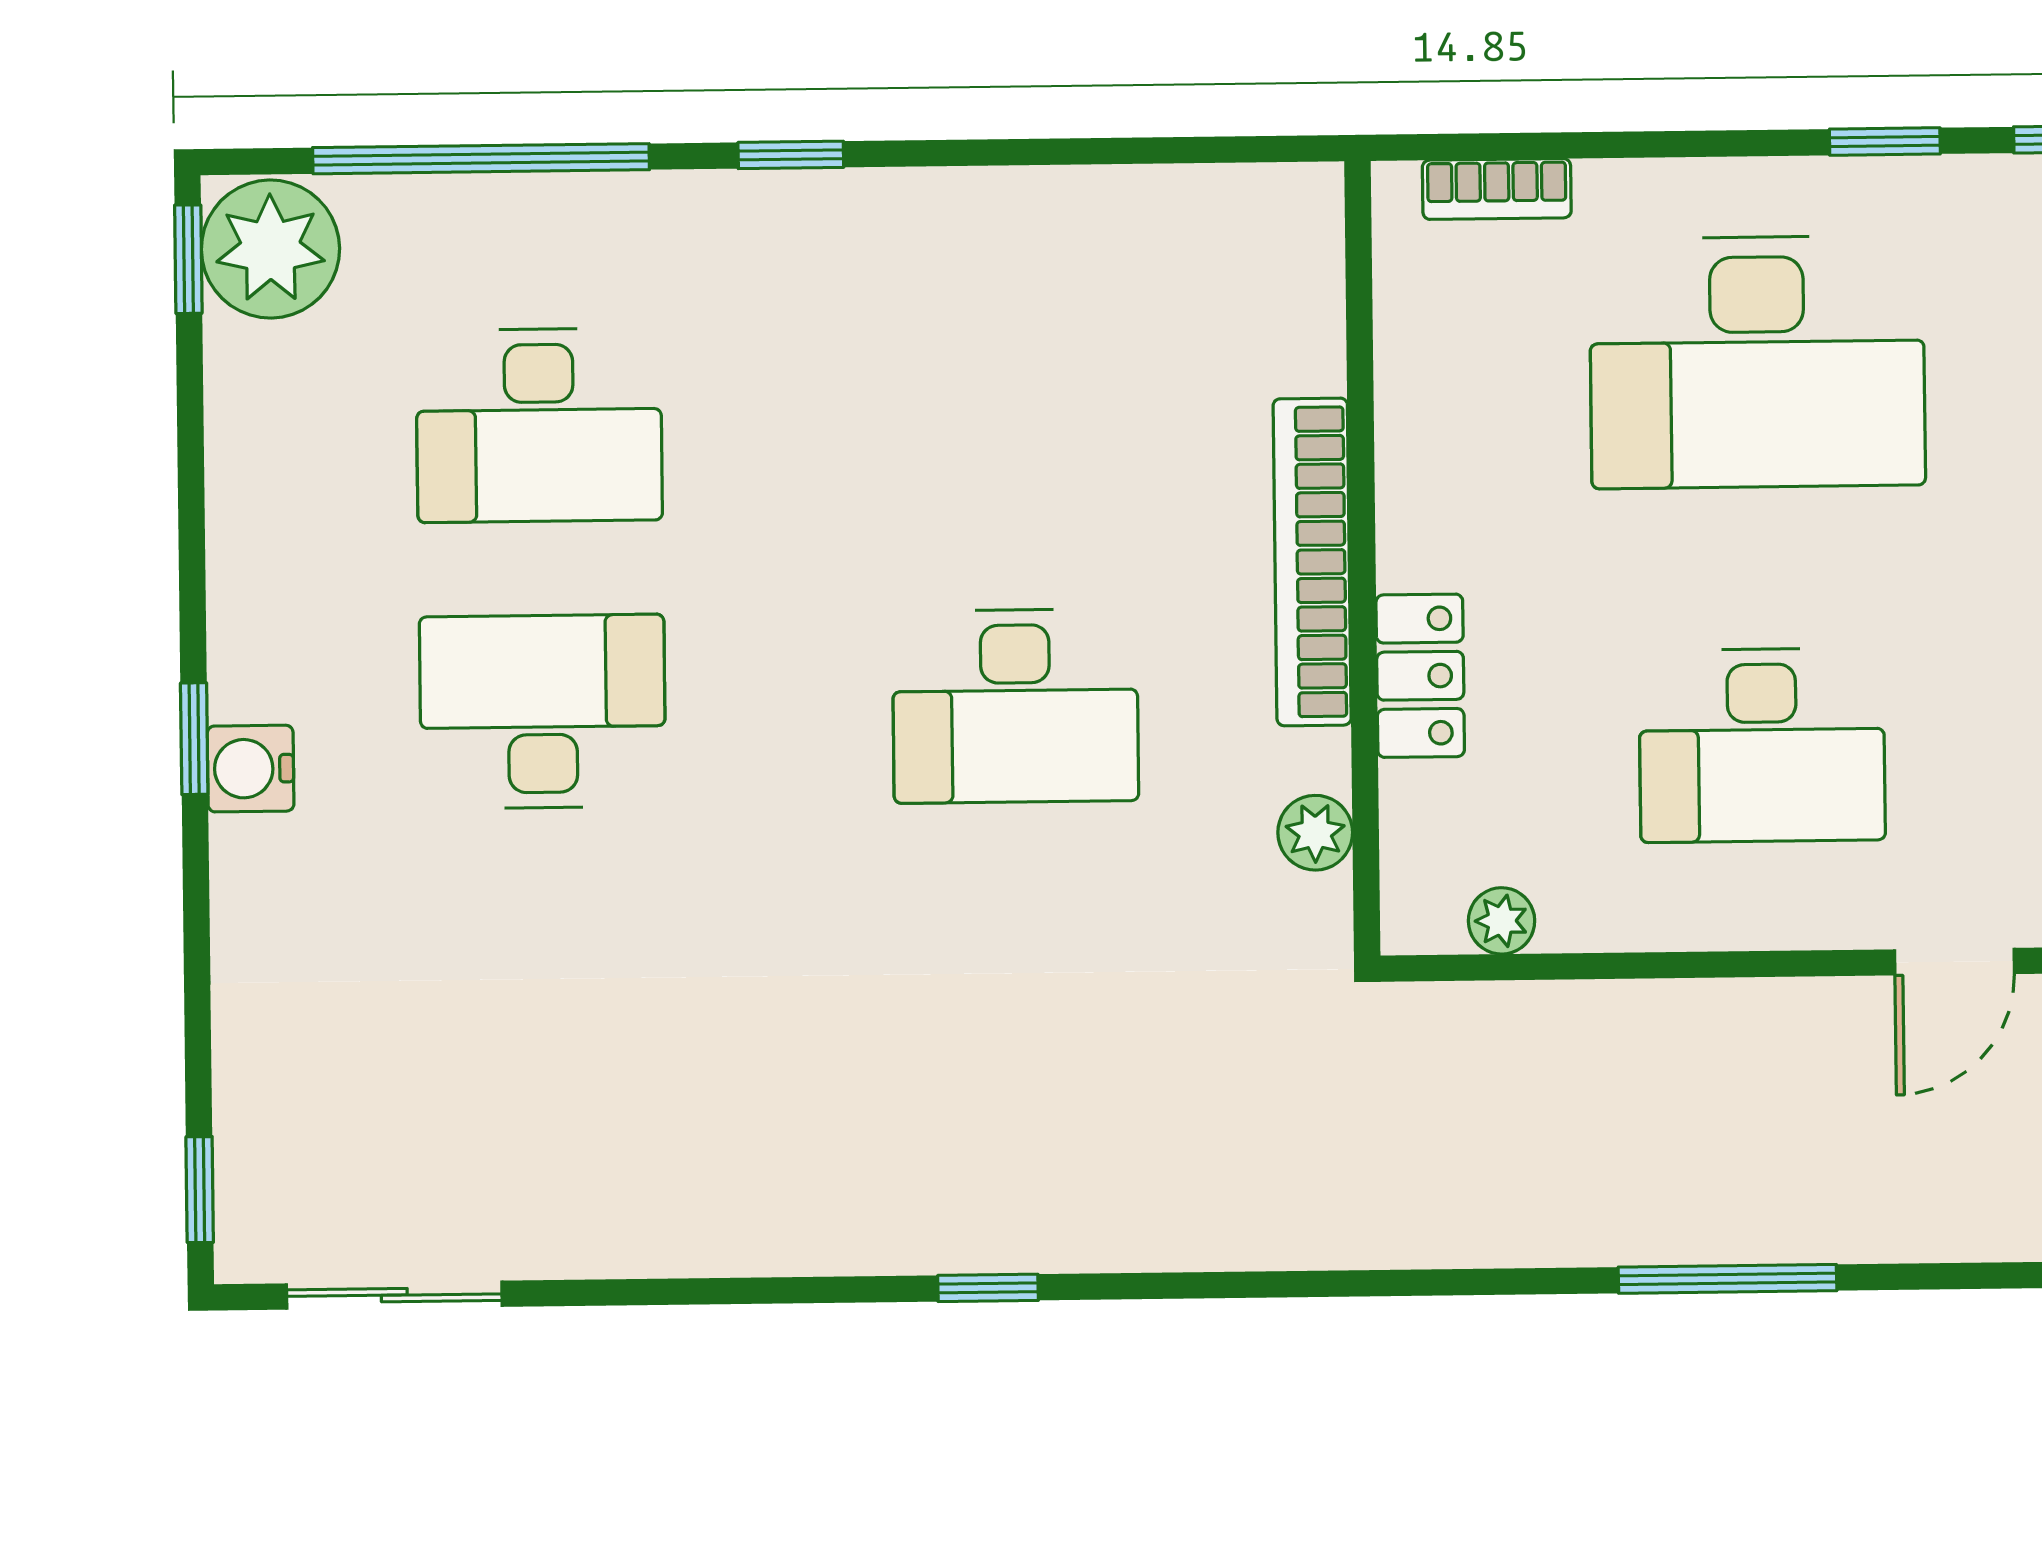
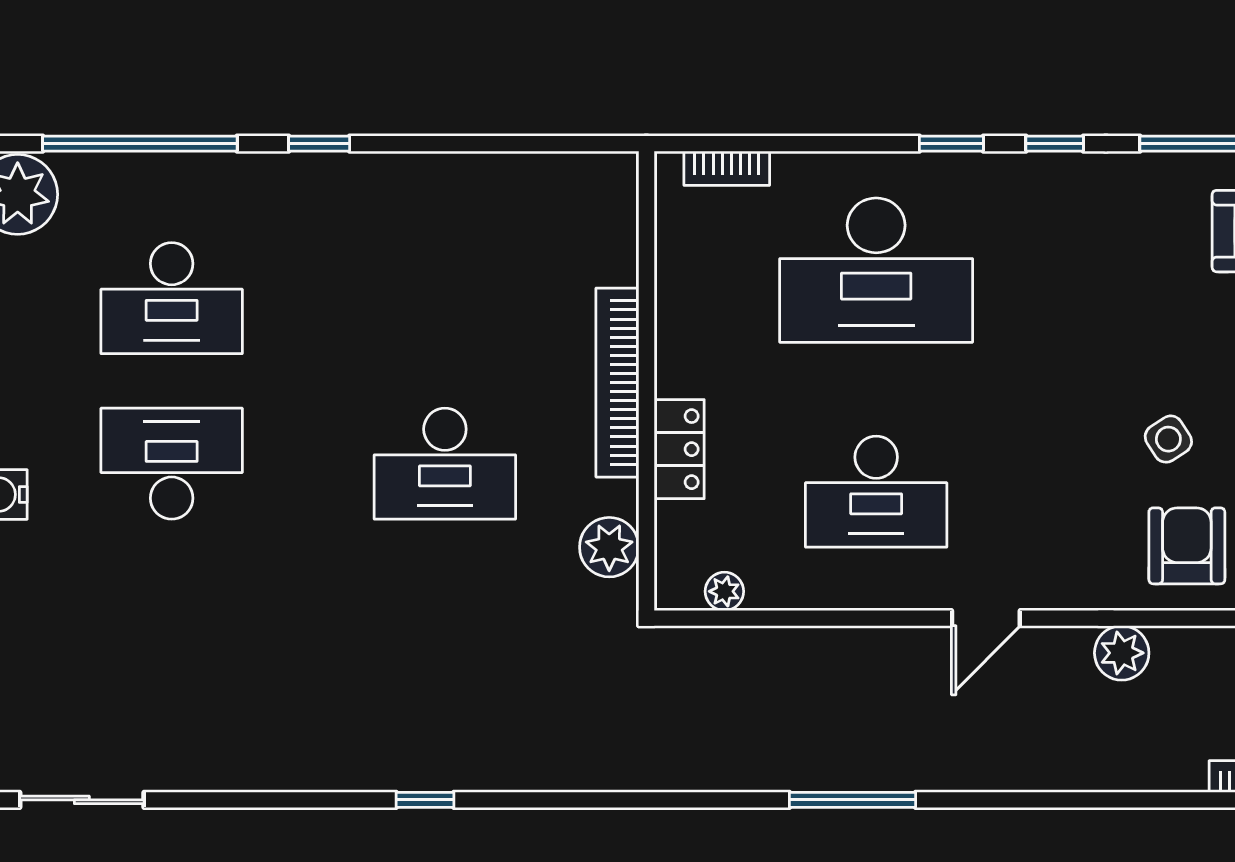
plant: (1315, 833) -> (609, 547), width x1.38, depth x1.38

